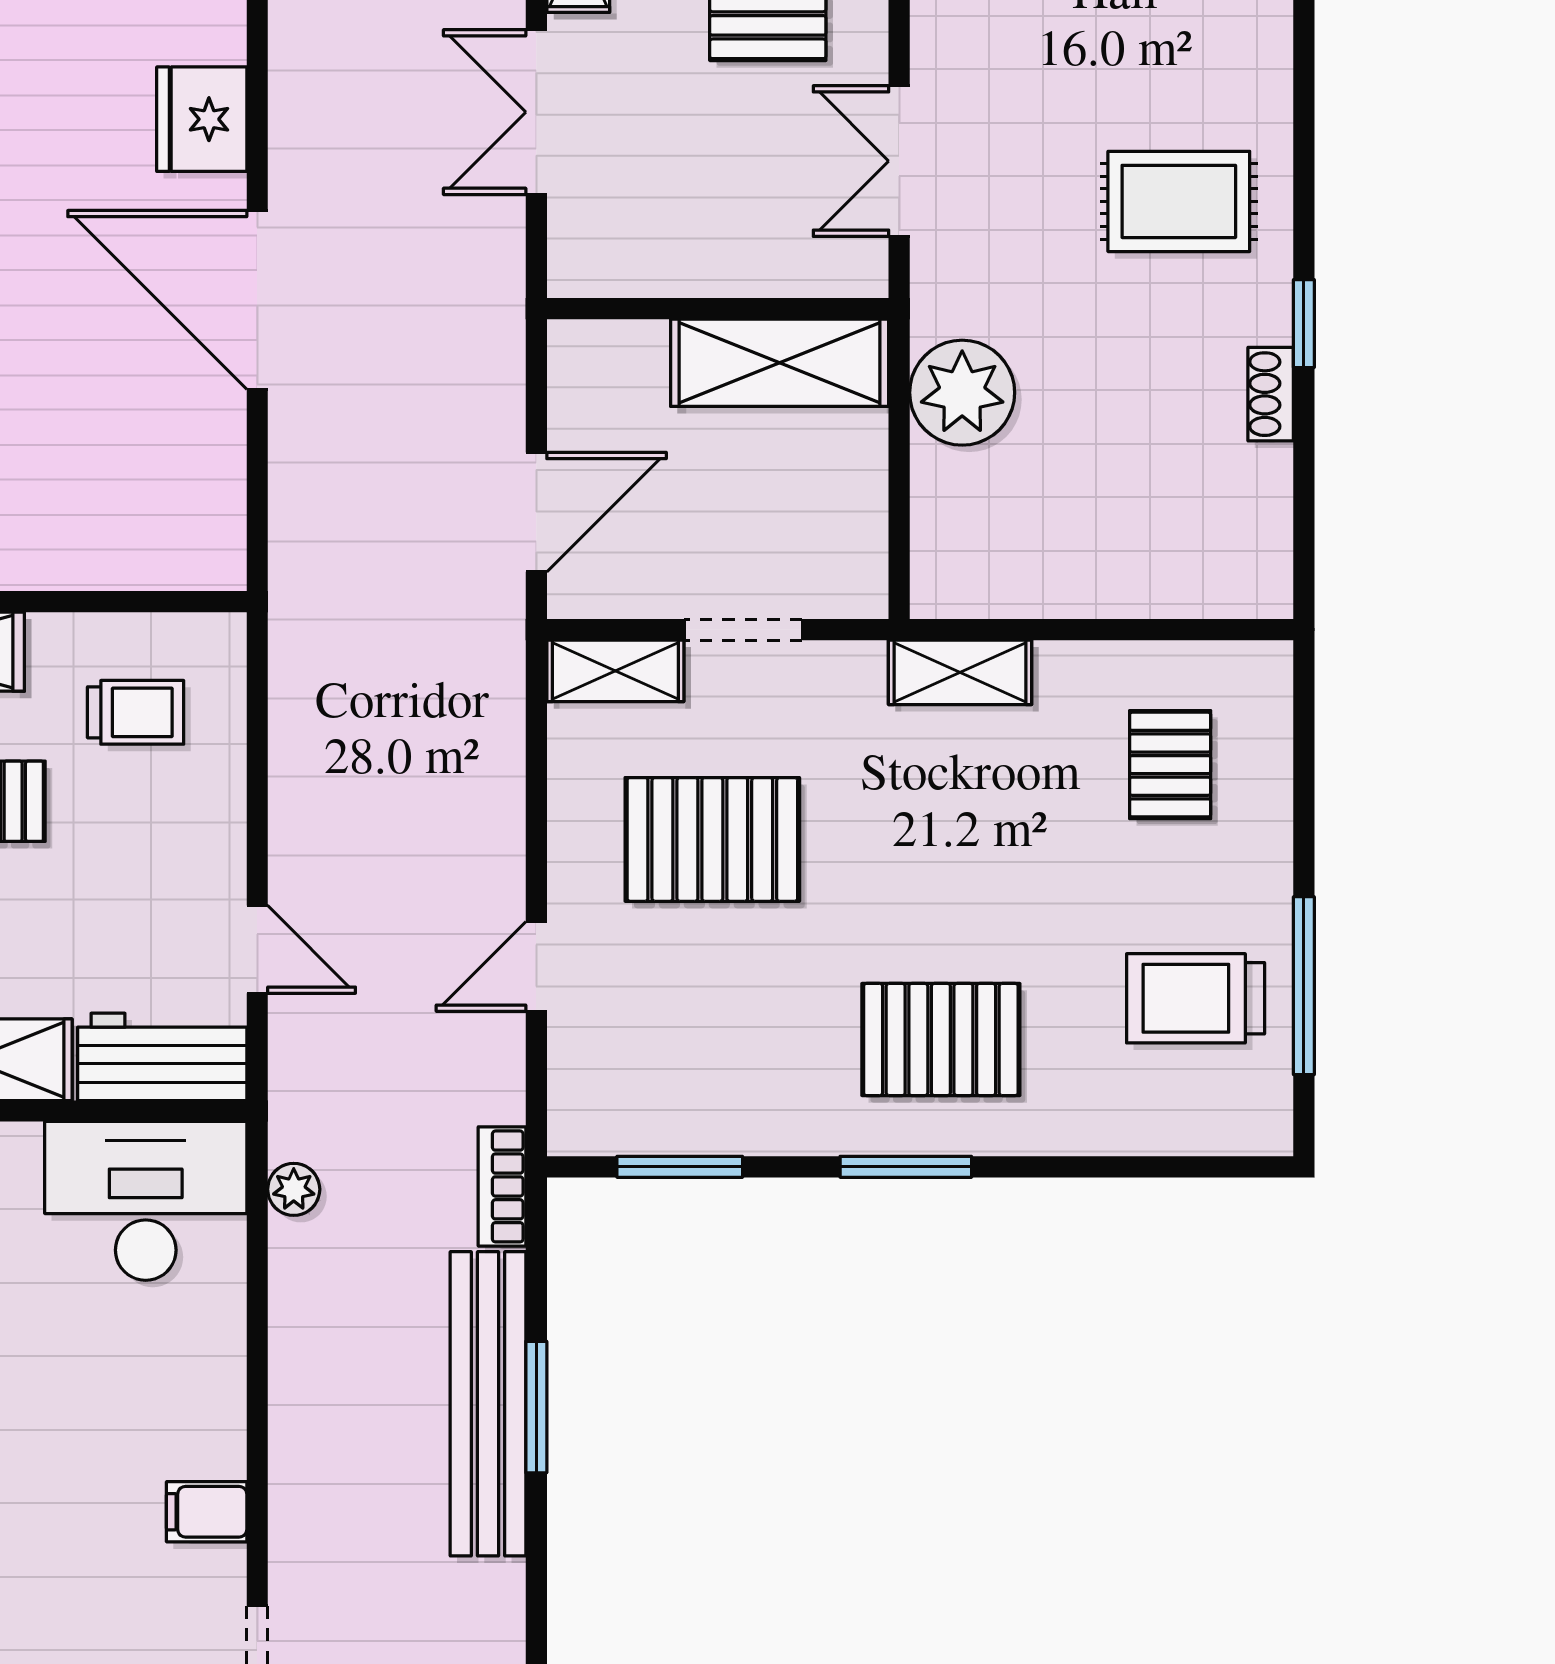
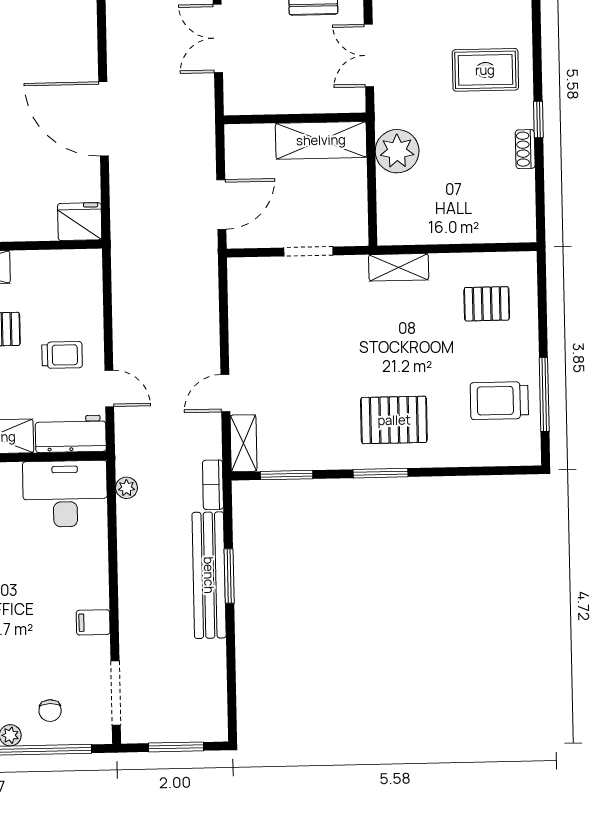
fridge: (202, 119) -> (80, 222), moved, turned 90
shelving: (615, 671) -> (243, 443), moved, turned 90
trolley: (136, 712) -> (62, 355), moved
pallet: (1170, 765) -> (487, 304), turned 90
pallet: (712, 839) -> (297, 339), removed

